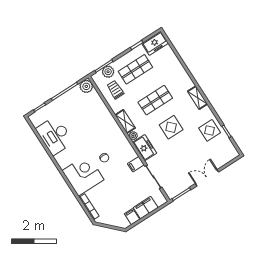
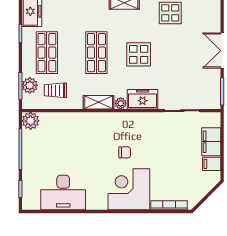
filing cabinet: (136, 164) -> (155, 121), removed

